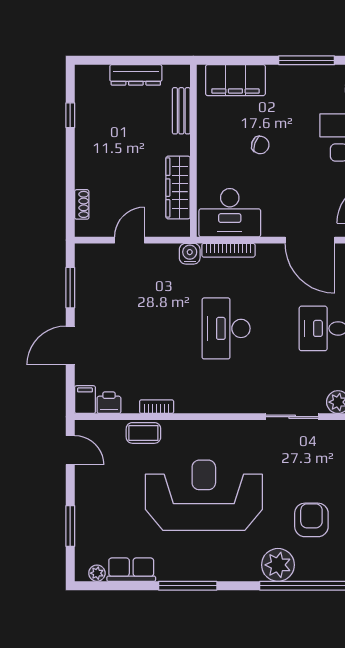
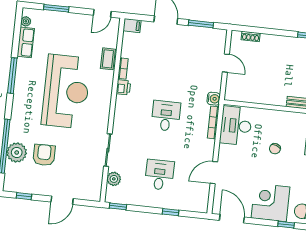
wardrobe: (178, 188) -> (255, 96), removed
door: (310, 240) -> (214, 173), width x0.73
desk: (226, 328) -> (166, 116), width x0.73
printer: (109, 403) -> (123, 87), moved
armchair: (311, 520) -> (44, 155), turned -90
plant: (278, 565) -> (17, 153), moved

